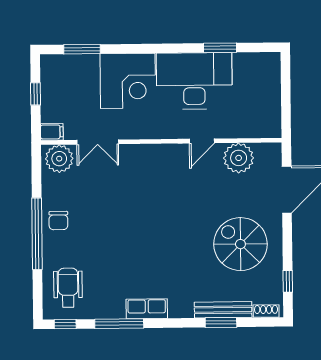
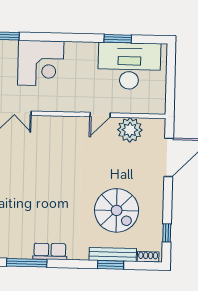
desk: (194, 81) -> (129, 66), moved
spiral stairs: (240, 244) -> (117, 210), moved, turned 180

